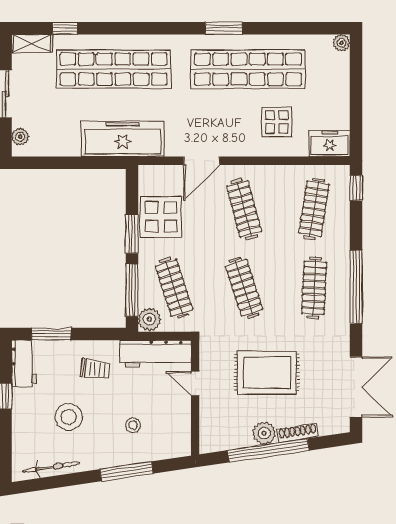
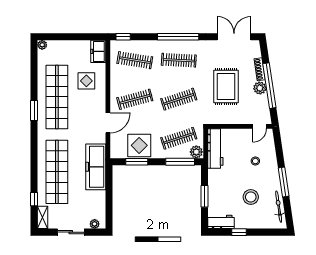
door: (202, 161) -> (108, 123), hinge flipped
window: (132, 234) -> (137, 162), moved
window: (51, 334) -> (205, 196), moved
trolley: (95, 369) -> (224, 182), removed
door: (195, 384) -> (259, 126), moved
window: (126, 471) -> (284, 182), moved

